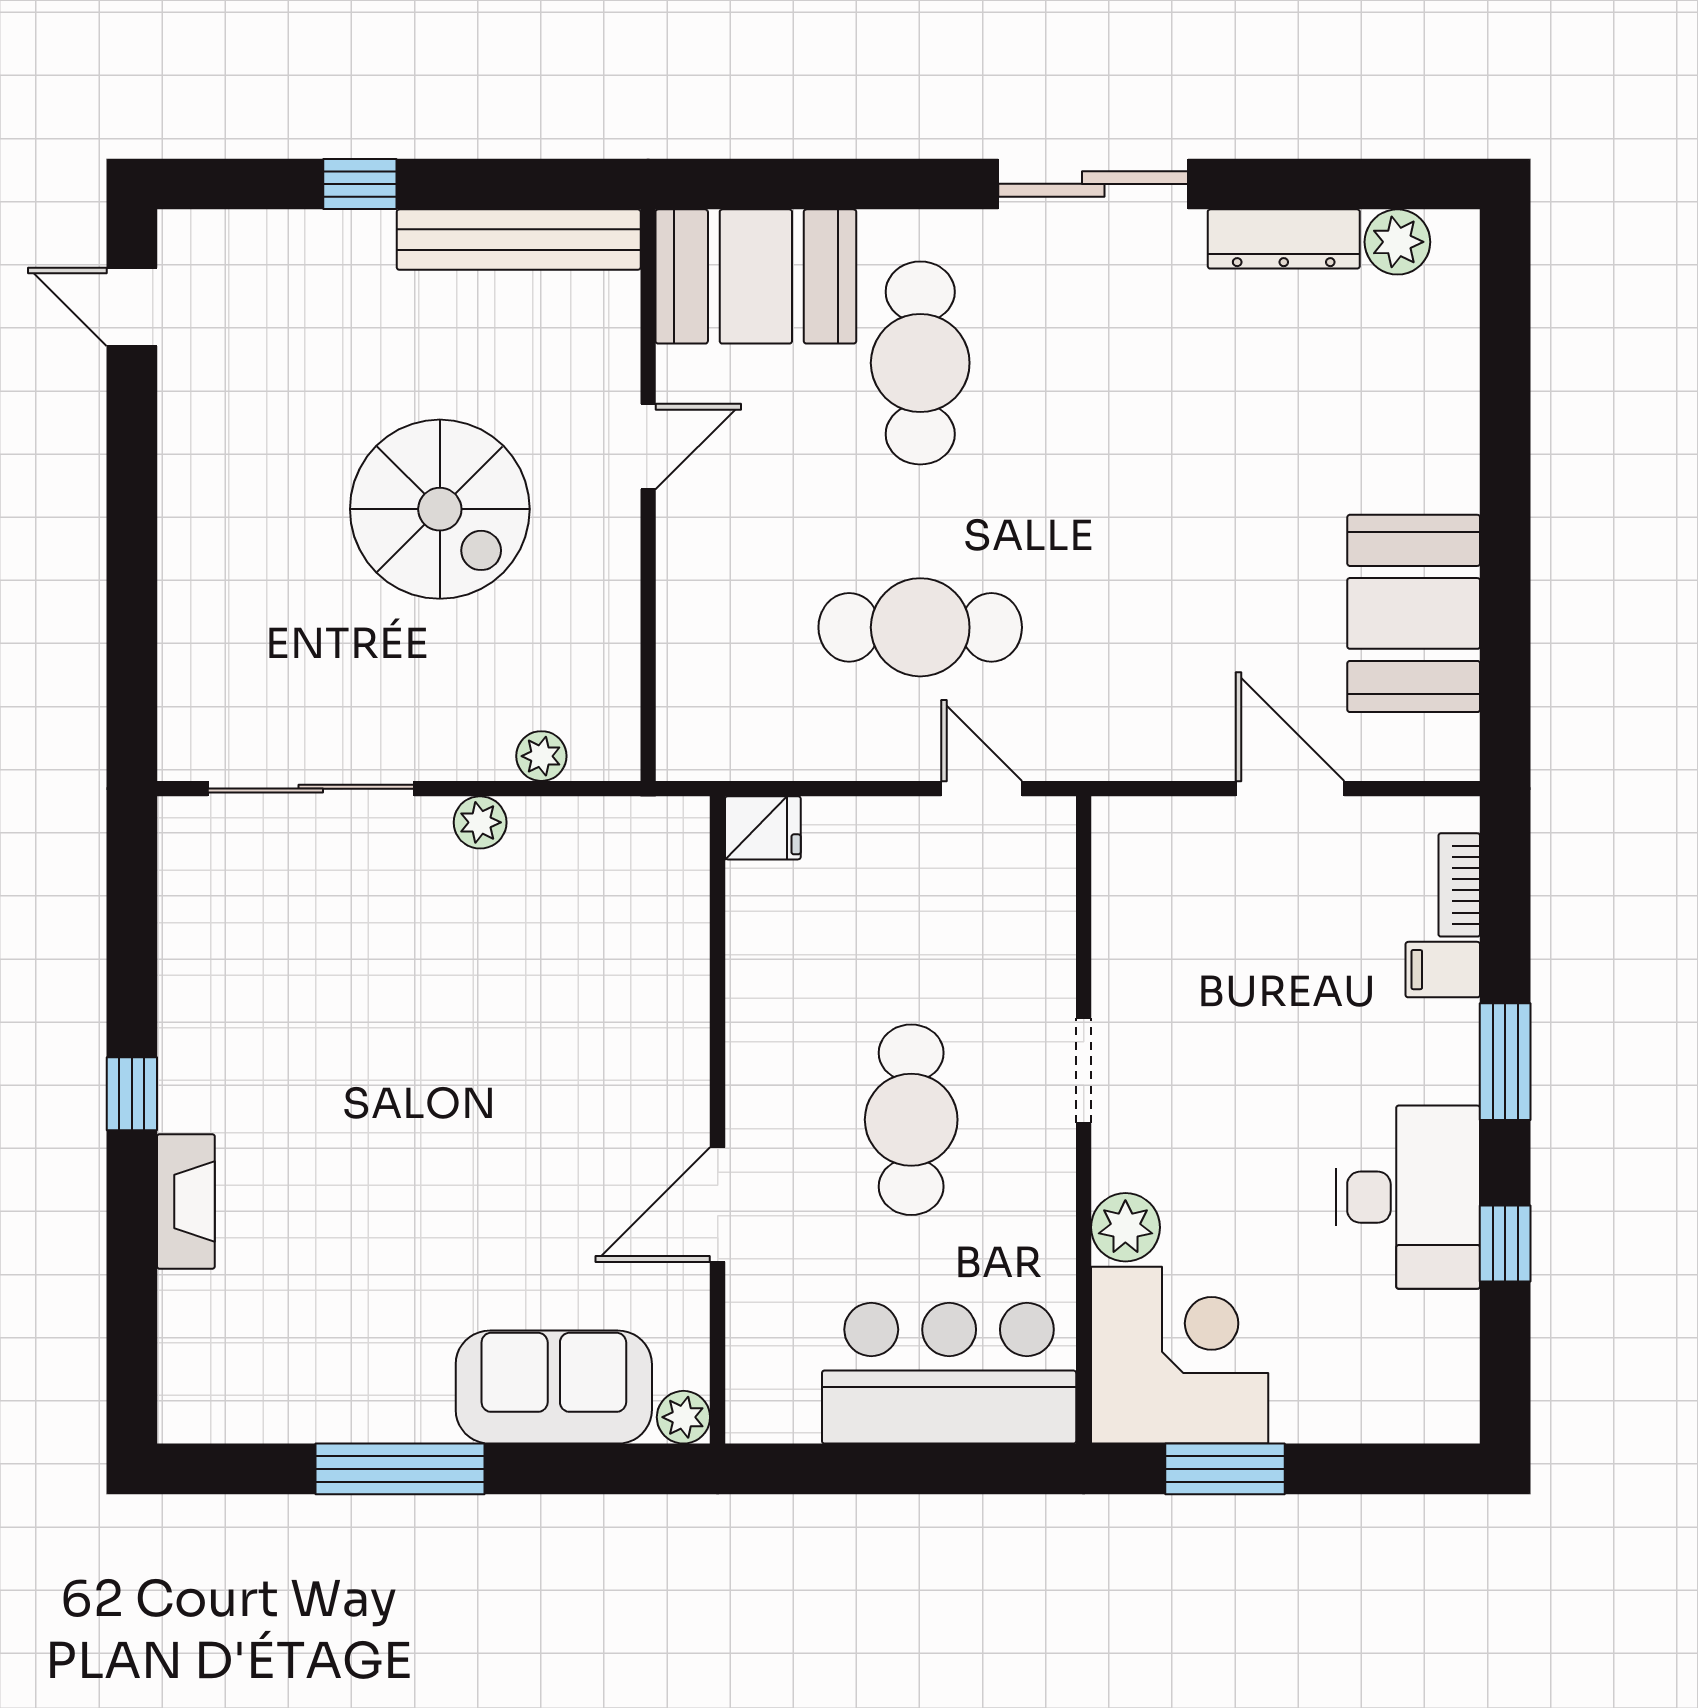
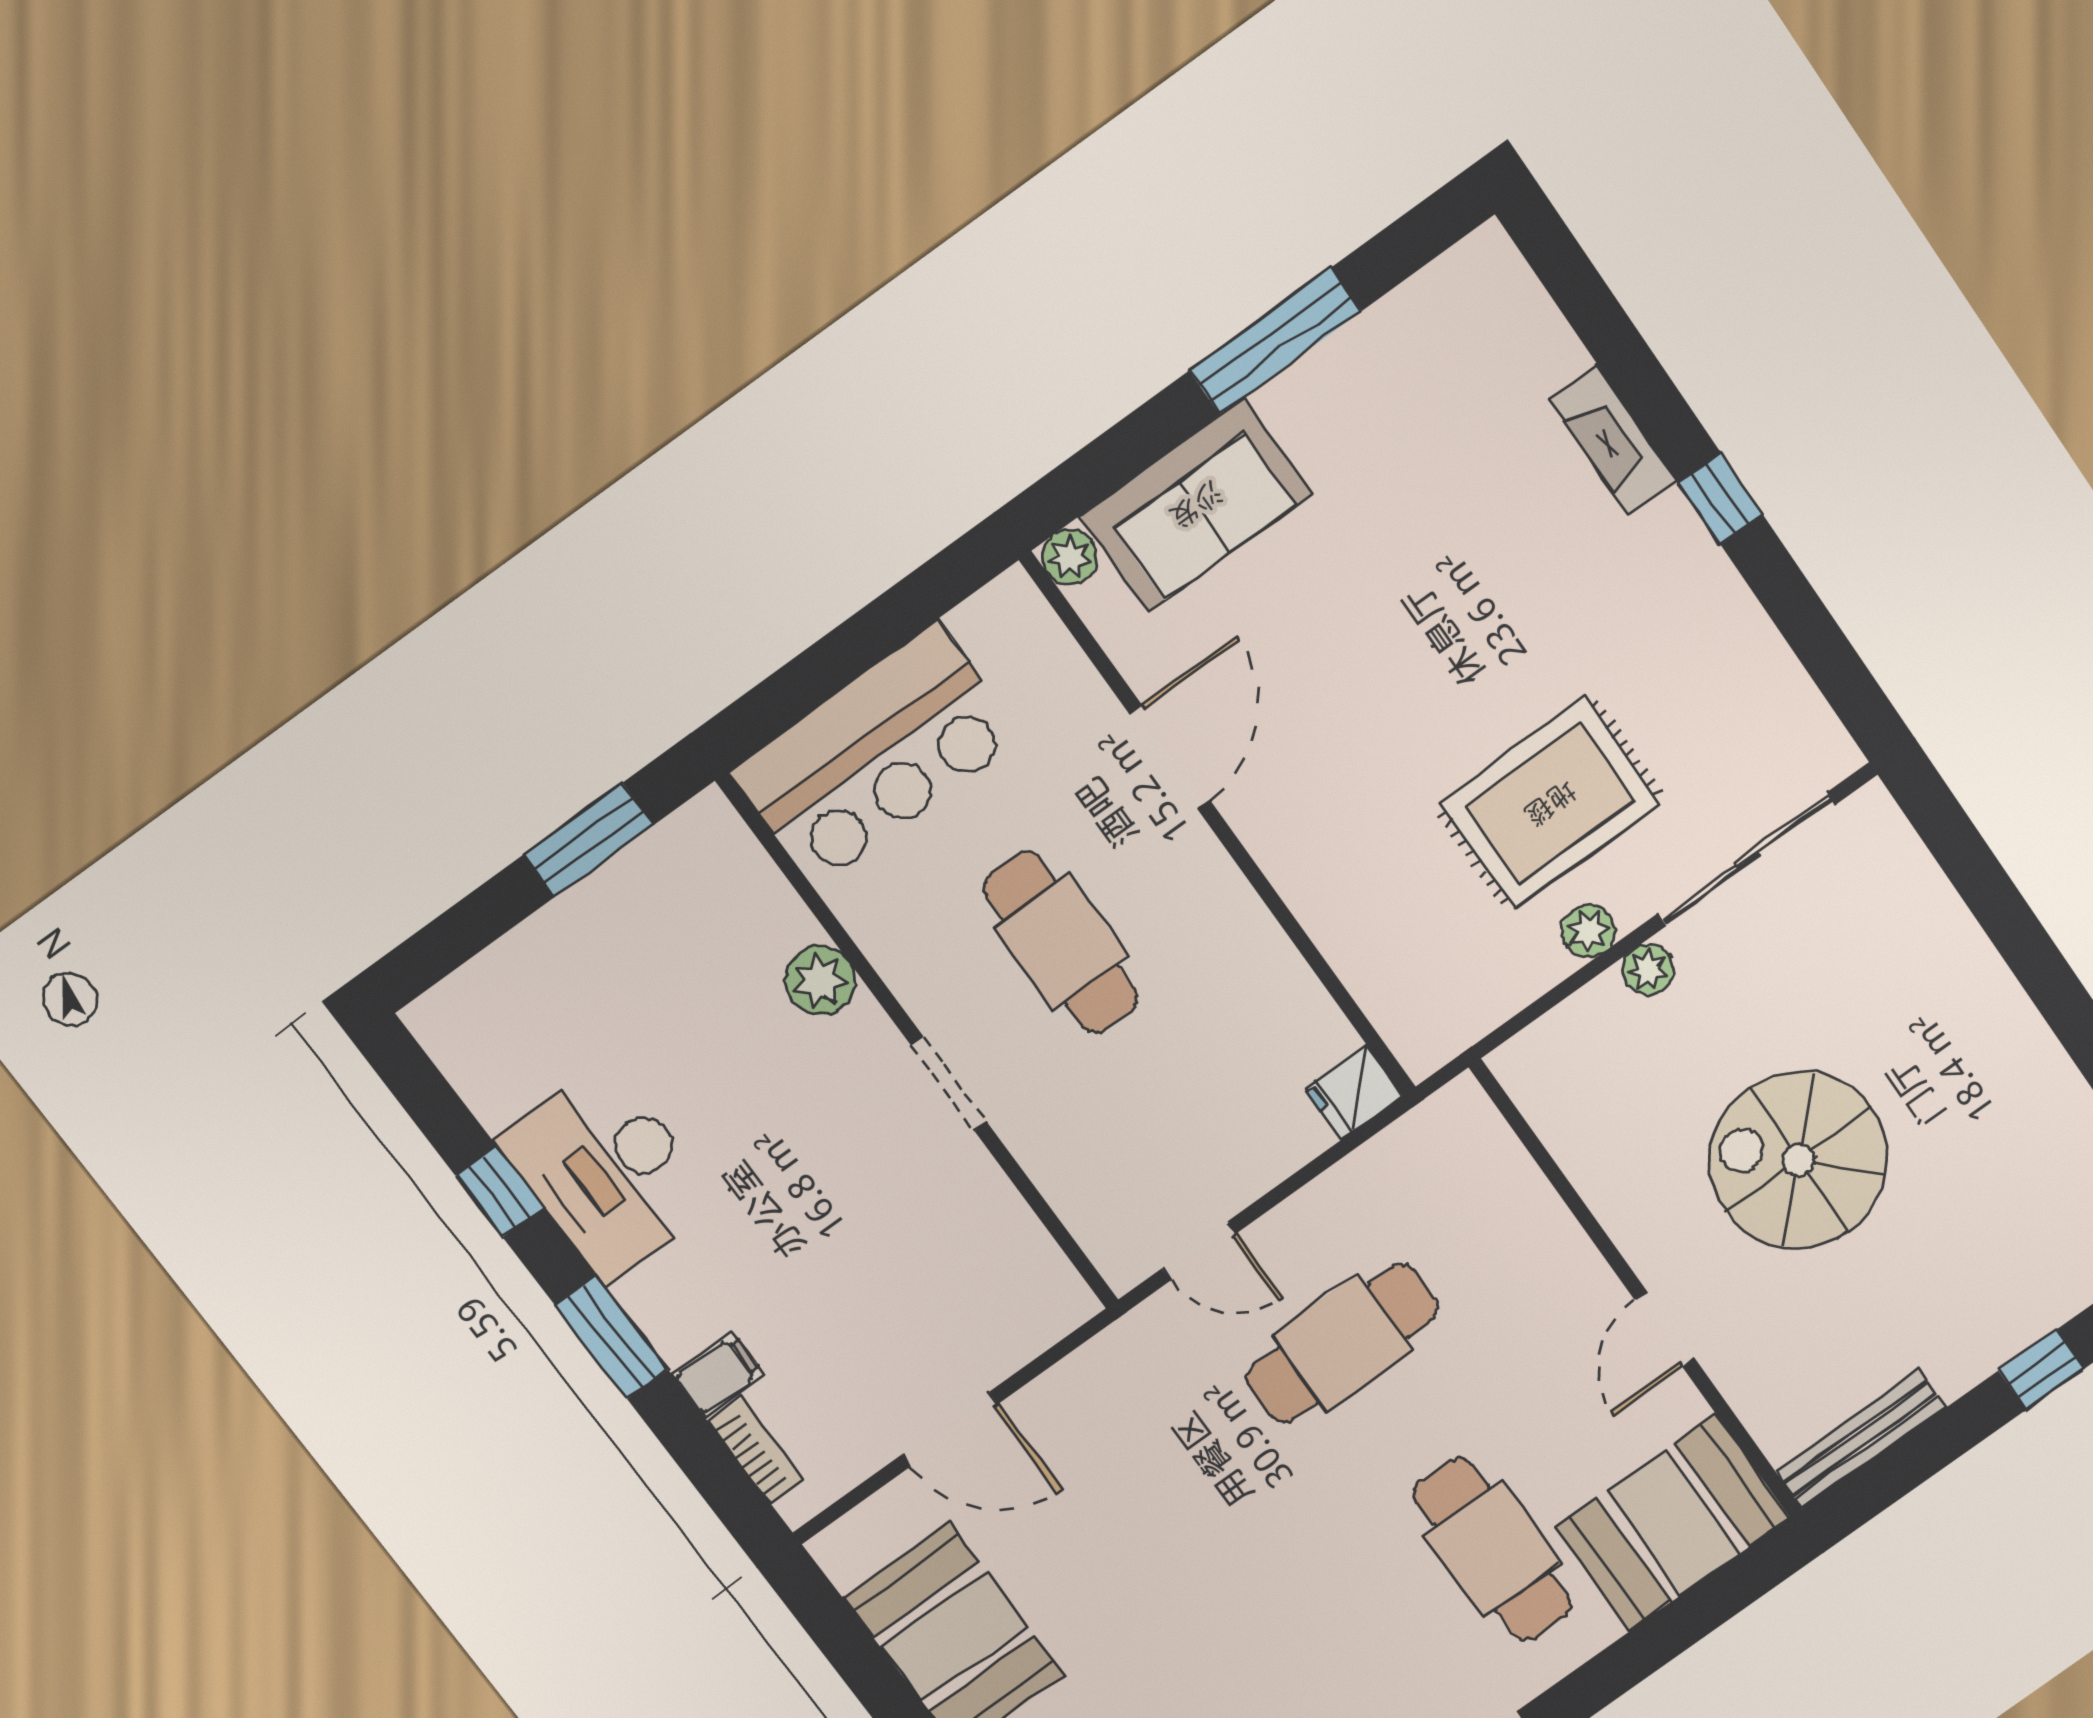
bench: (519, 240) -> (1860, 1439), width x0.73, depth x0.82
plant: (541, 756) -> (1648, 969), moved
rug: (439, 948) -> (1550, 803), added
corner desk: (1180, 1355) -> (697, 907), removed

